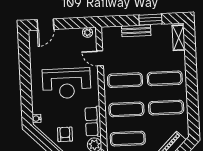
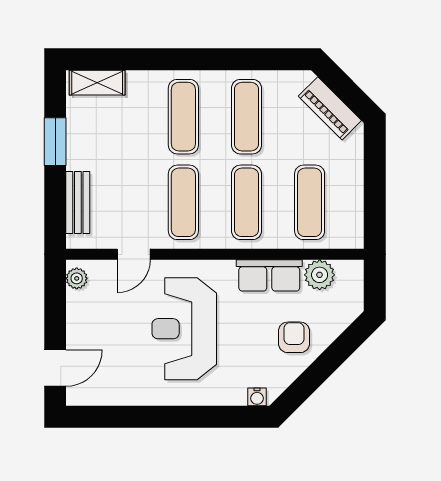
door: (46, 24) -> (55, 368), hinge flipped
bench: (136, 31) -> (78, 203), moved
reception desk: (67, 83) -> (184, 329), turned 180
armchair: (65, 134) -> (294, 337), turned 90

